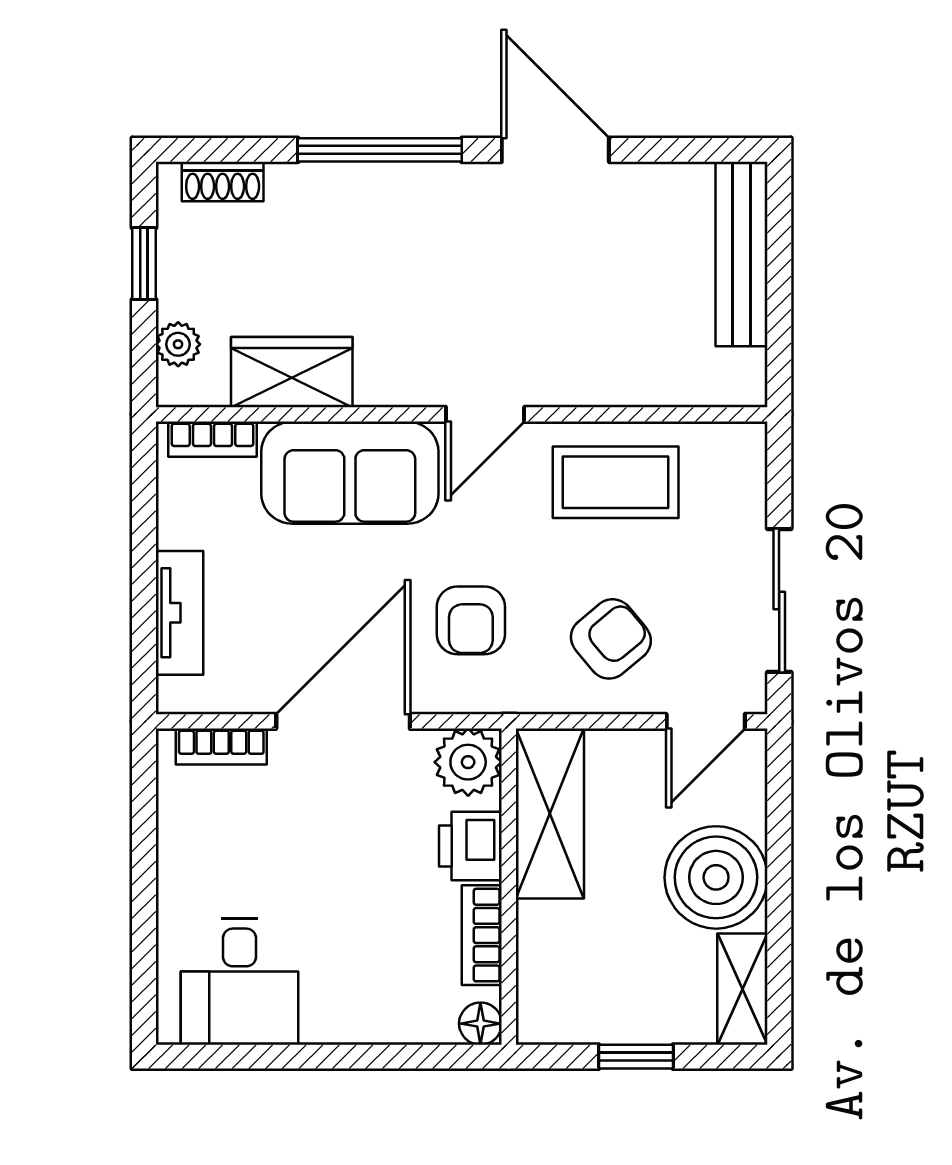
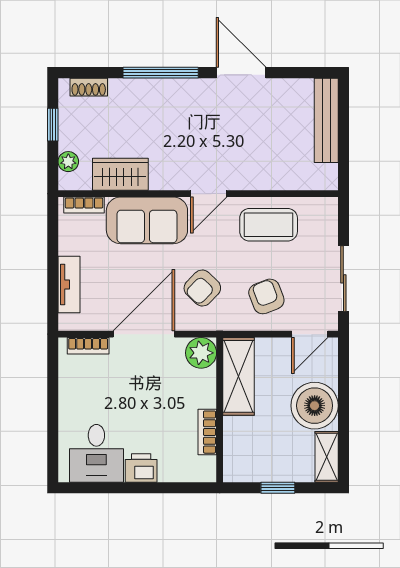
armchair: (471, 620) -> (202, 288), turned 44
armchair: (611, 639) -> (266, 296), turned -71
printer: (470, 846) -> (141, 468), moved, turned 90
floor lamp: (480, 1024) -> (207, 473), removed

